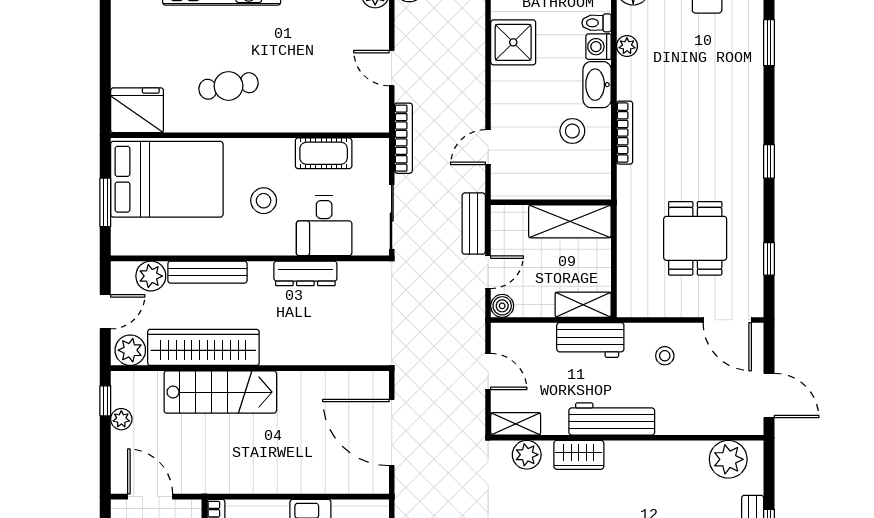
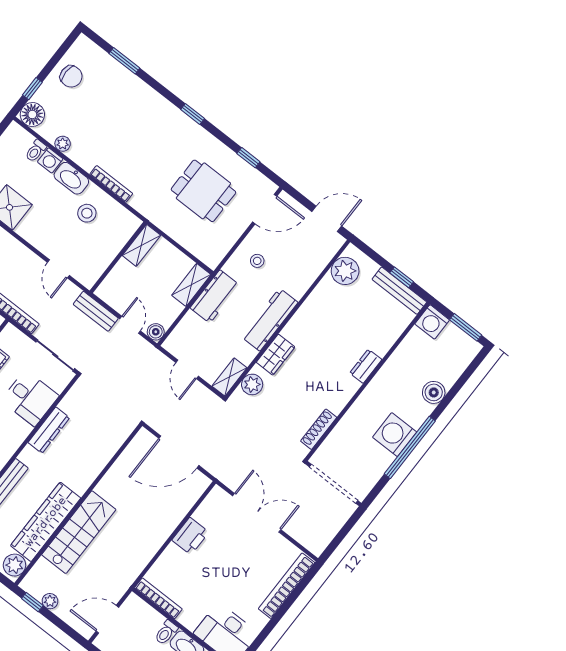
shelving: (570, 221) -> (141, 245), width x0.67, depth x0.75
door: (488, 372) -> (187, 369), swing flipped

